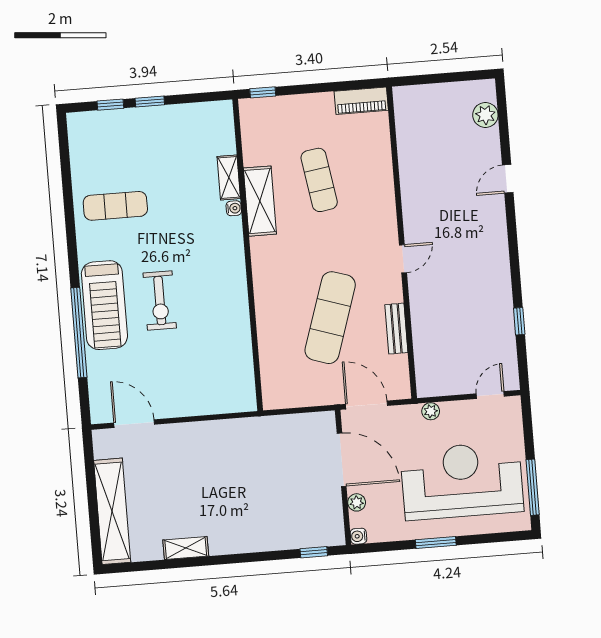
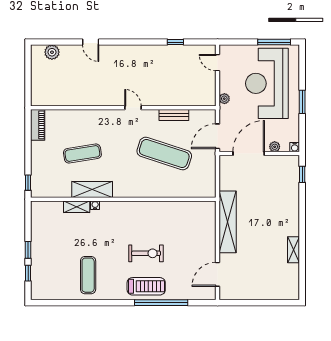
treadmill: (104, 305) -> (146, 286), width x0.73, depth x0.73
shelving: (112, 511) -> (228, 222), moved, turned 90

